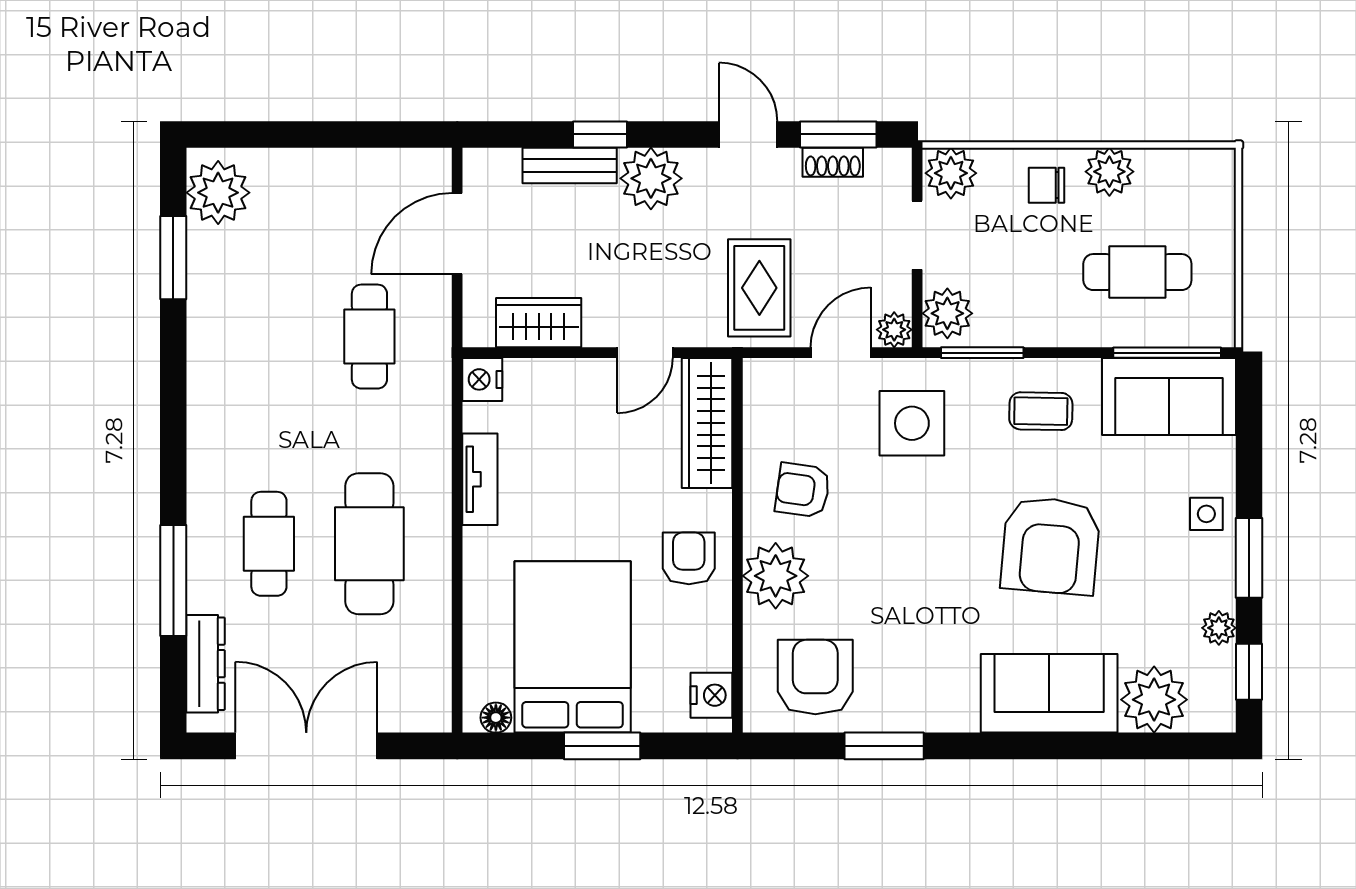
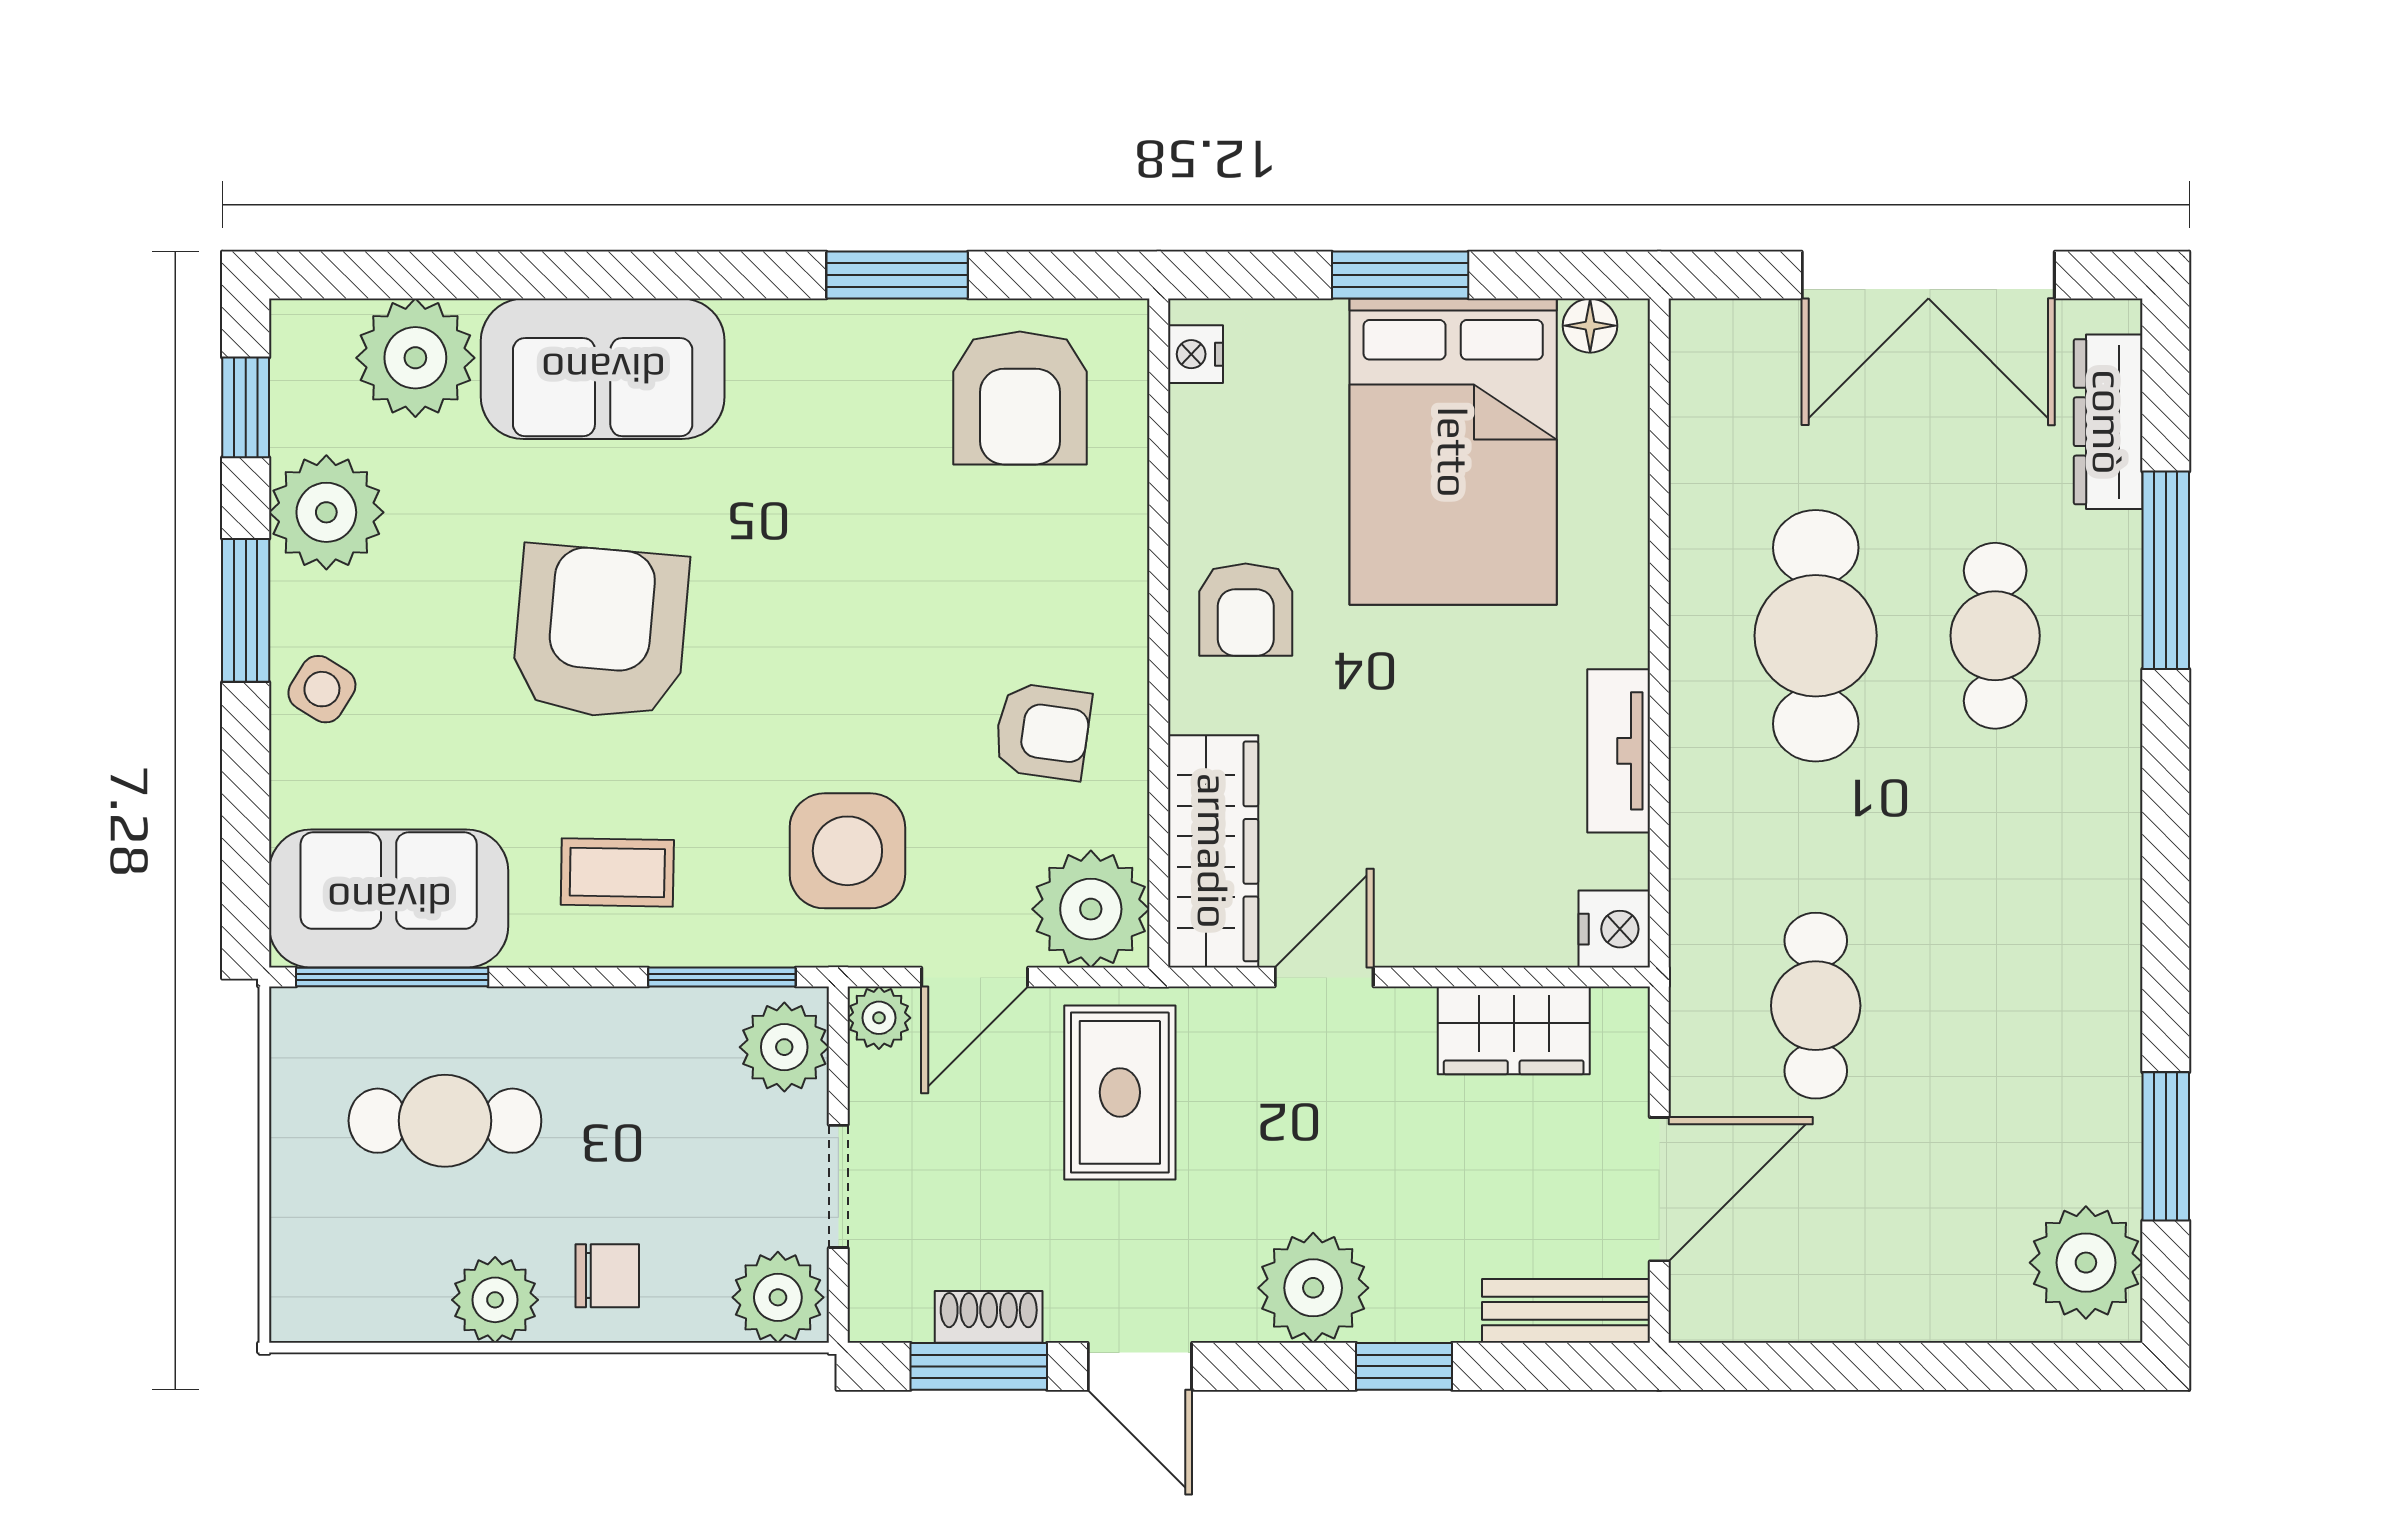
bench: (570, 165) -> (1566, 1311), moved
side table: (1206, 514) -> (322, 689), turned 32
plant: (776, 576) -> (1091, 909), moved
plant: (1219, 628) -> (326, 512), width x1.87, depth x1.87
nightstand: (711, 695) -> (1196, 354), width x0.72, depth x0.74

